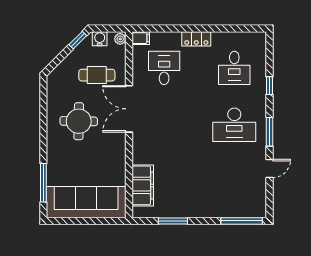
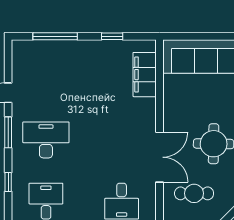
window: (173, 221) -> (112, 36), width x0.67
window: (242, 221) -> (55, 36), moved

